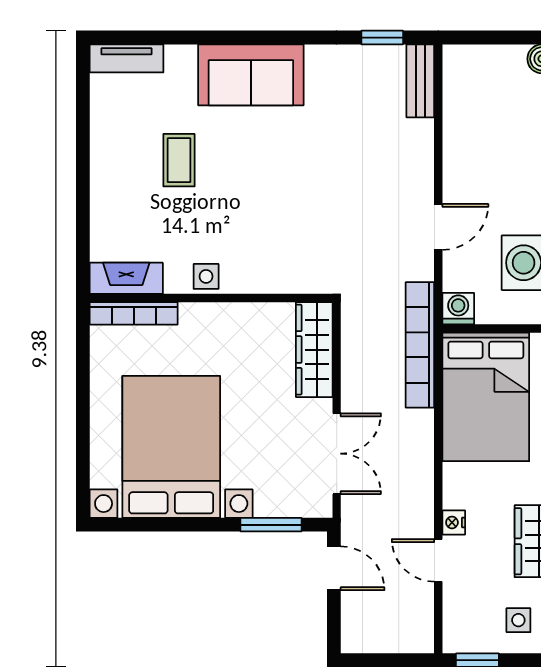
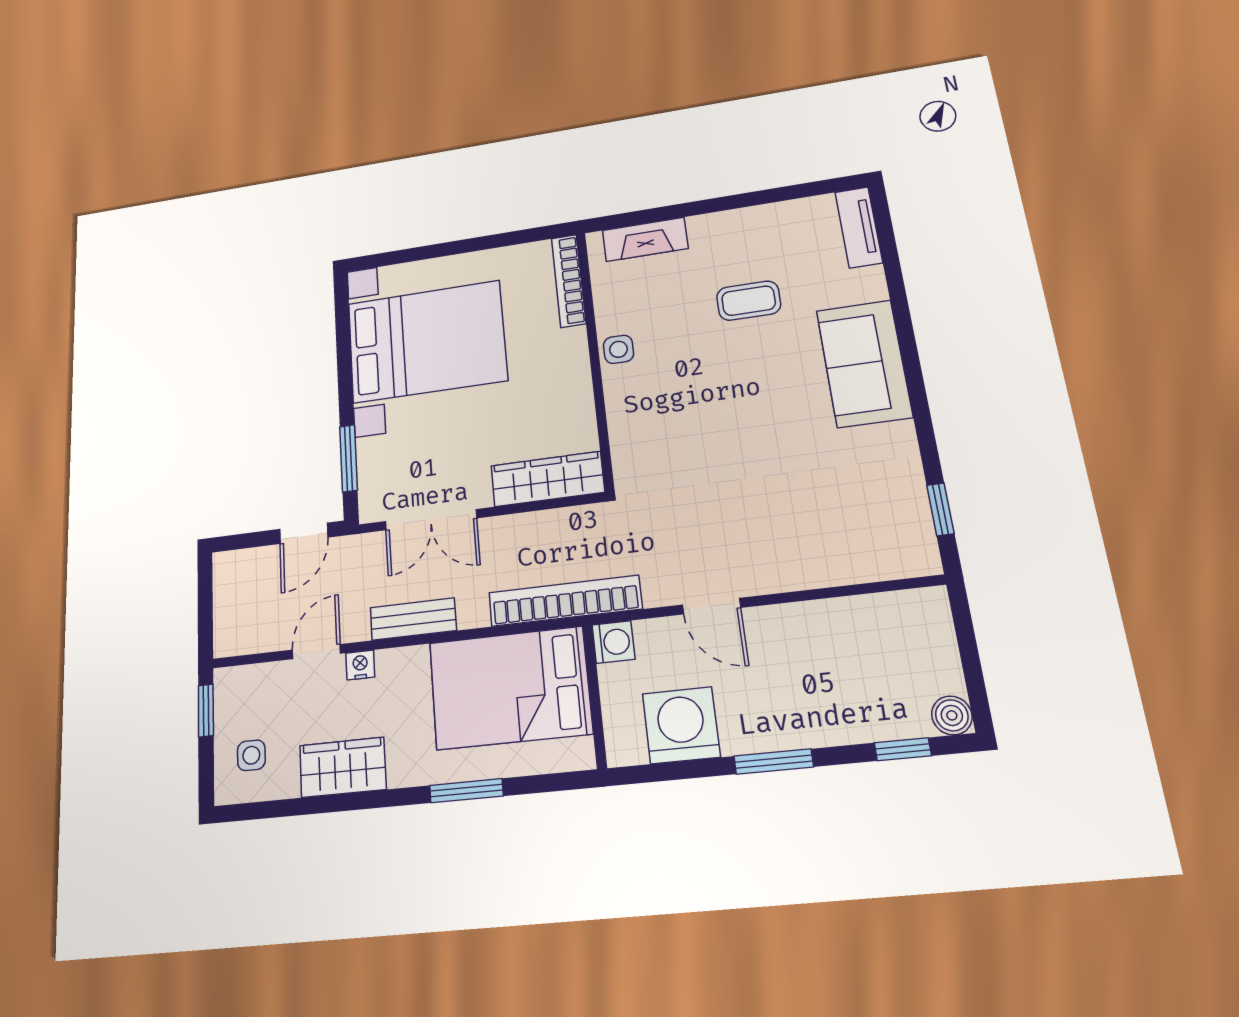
bench: (420, 81) -> (413, 619), moved
fireplace: (126, 278) -> (645, 239), moved, turned 90

